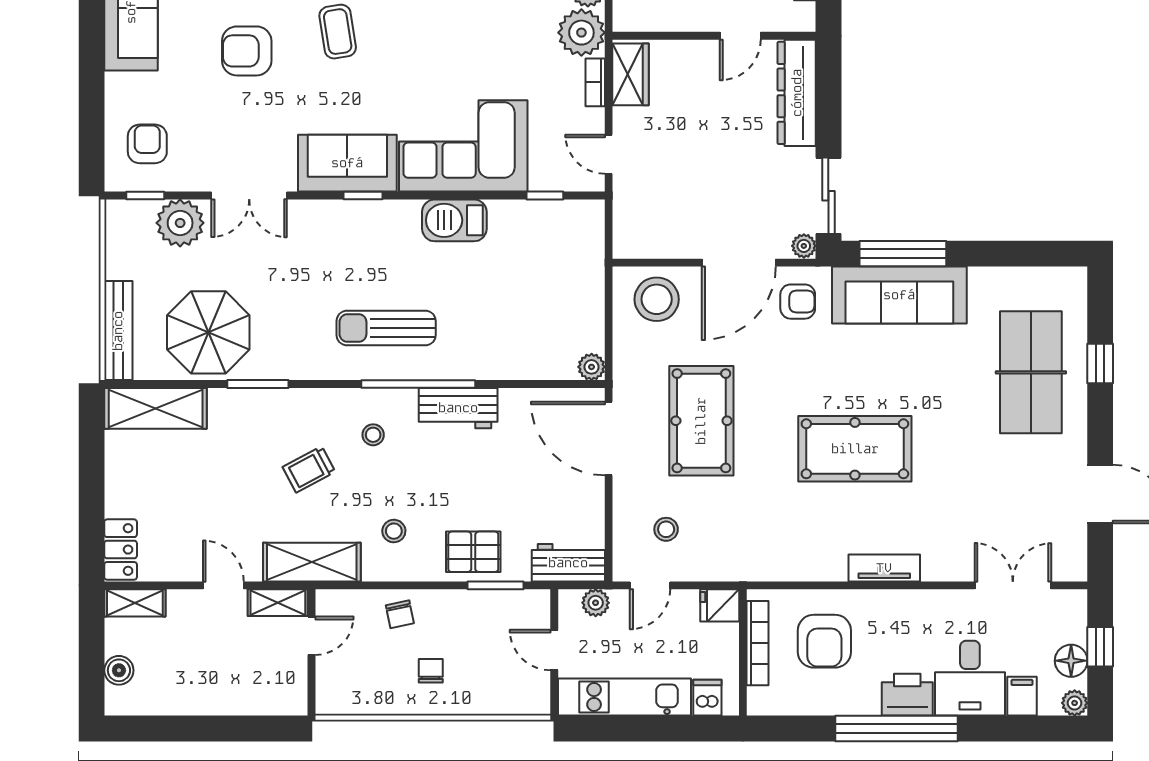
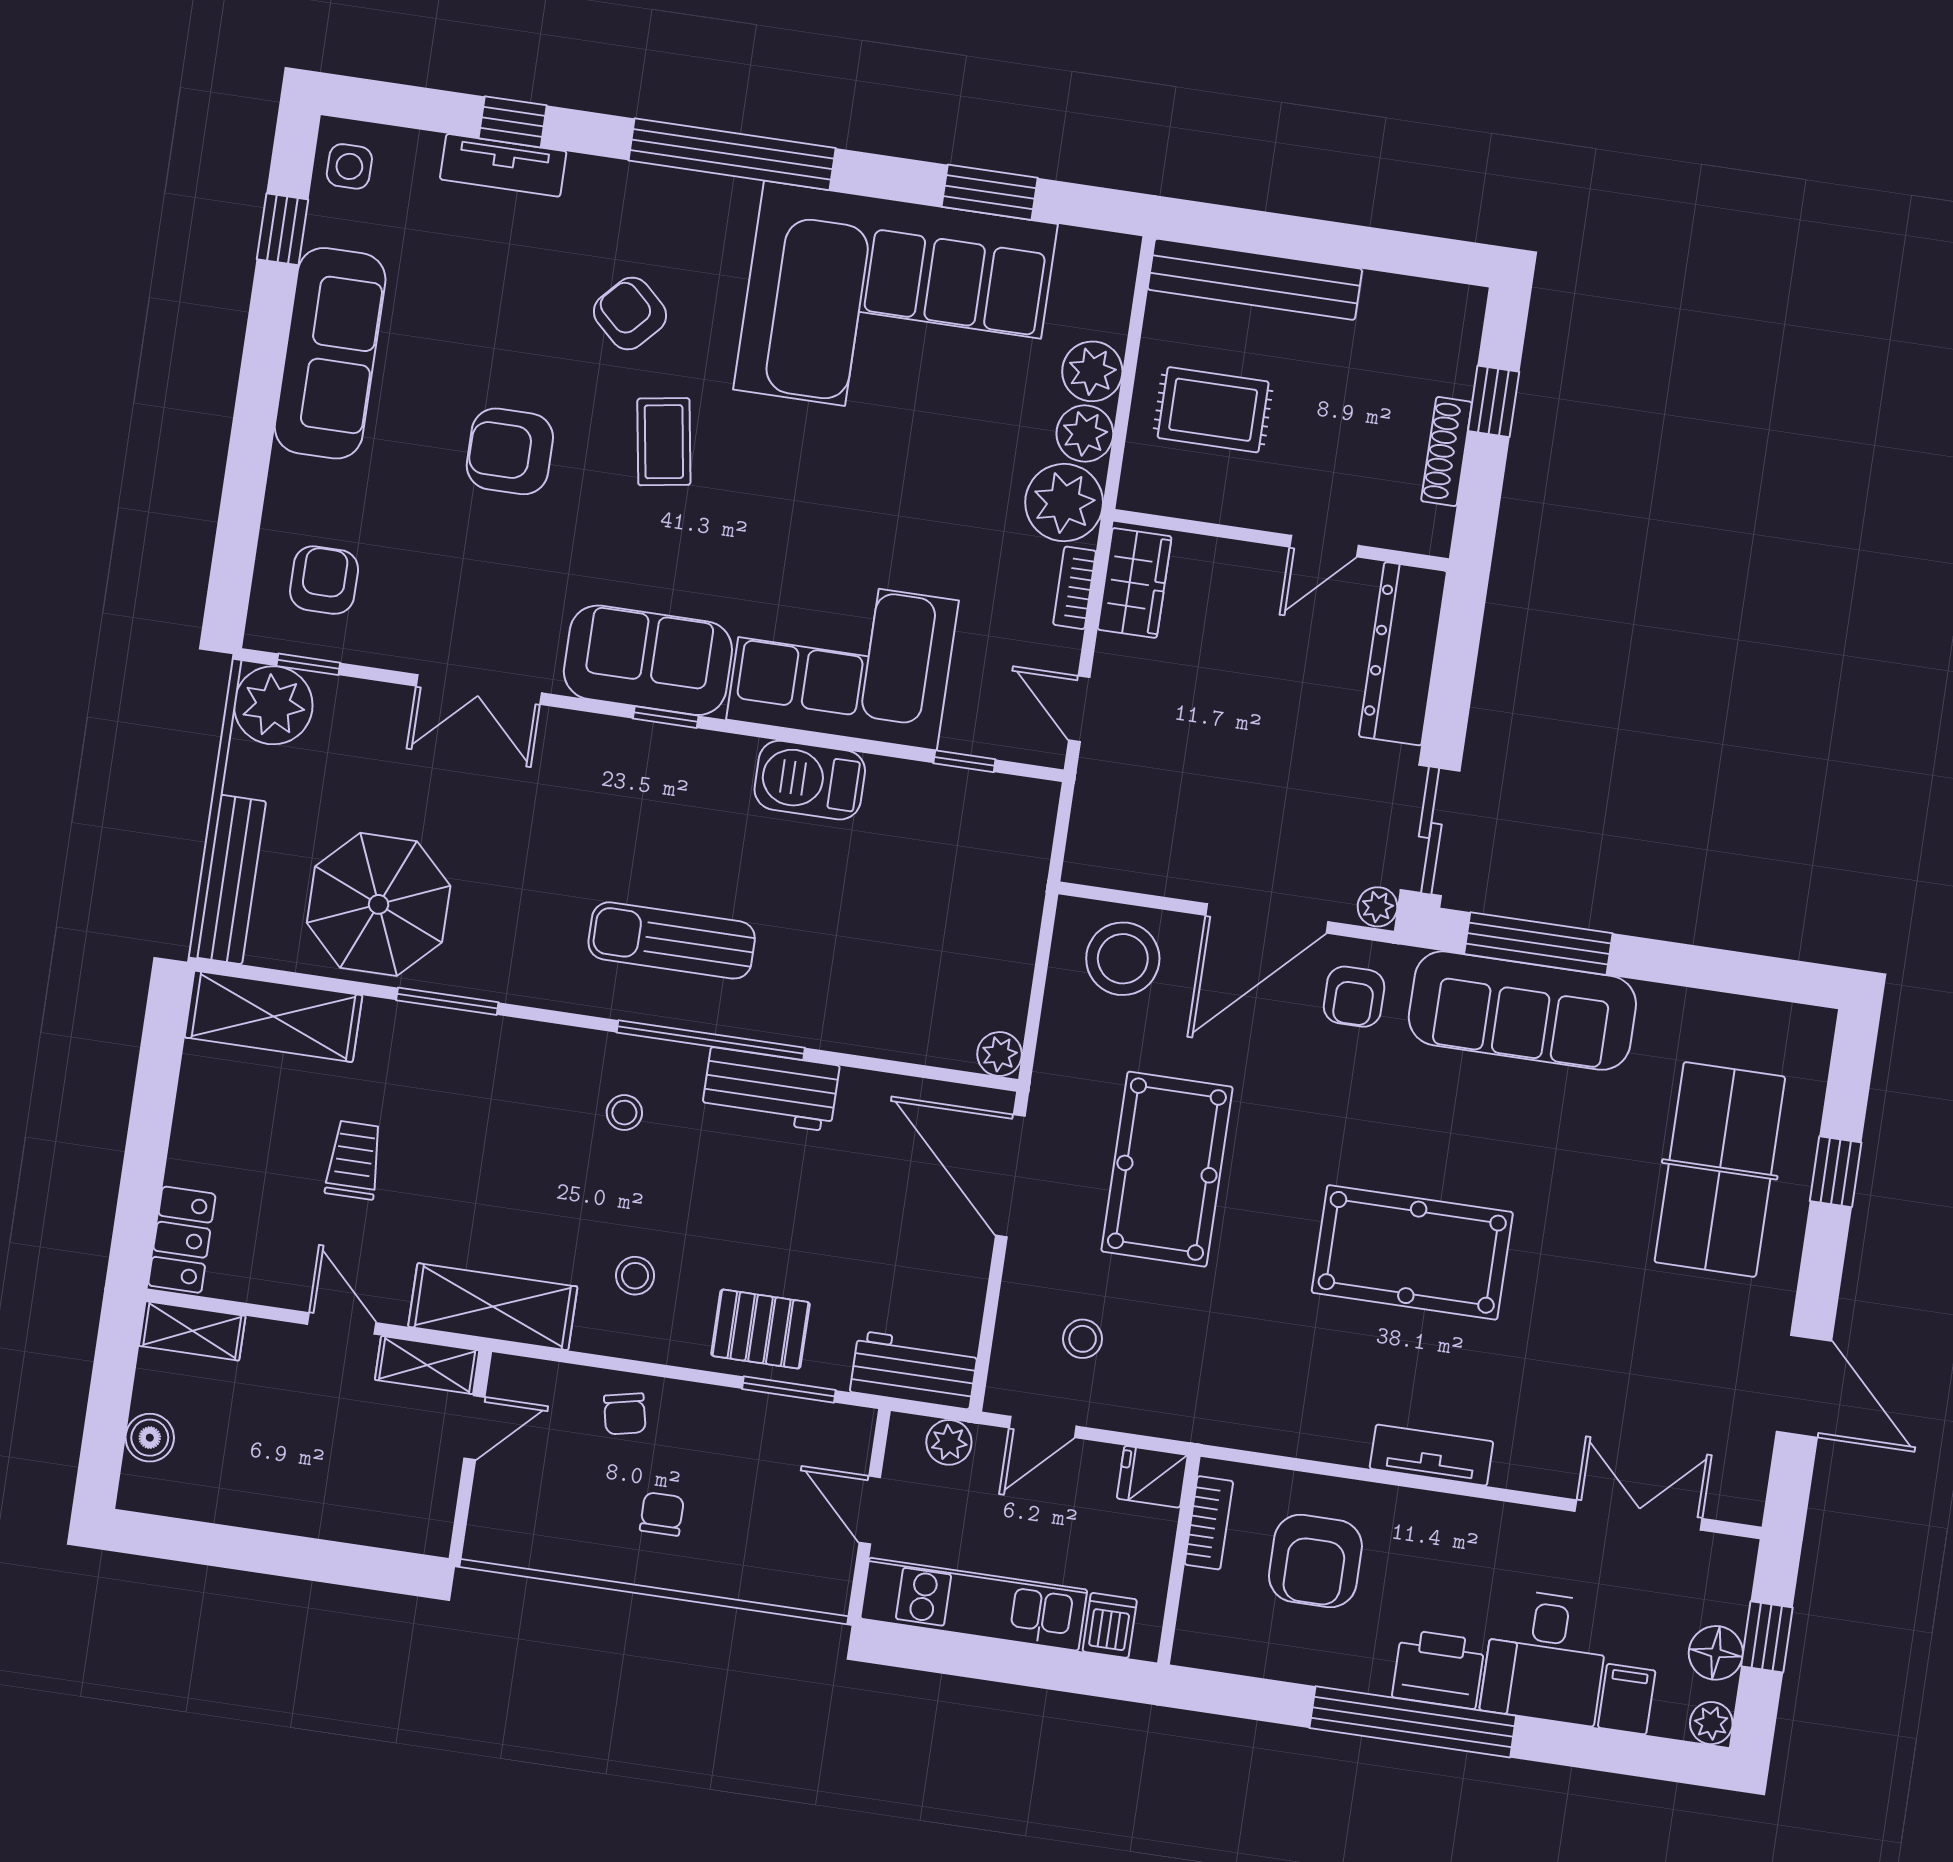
plant: (180, 223) -> (273, 705), moved
armchair: (798, 302) -> (1354, 997), turned 90
trolley: (309, 470) -> (354, 1160), moved, turned 118
bookcase: (758, 643) -> (1209, 1523), width x0.64

